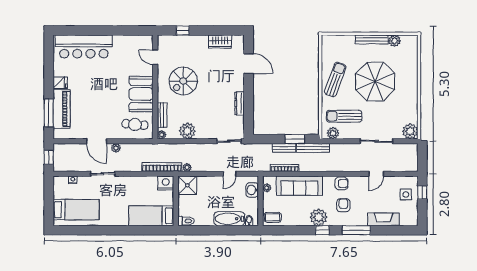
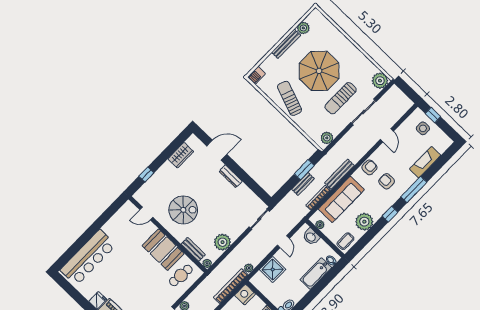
barbecue: (329, 40) -> (256, 75), added
spiral stairs: (183, 81) -> (183, 210), turned -90
dresser: (240, 103) -> (231, 176), moved
sun lounger: (344, 116) -> (341, 98), moved
bench: (313, 148) -> (339, 174), moved
shower: (187, 185) -> (273, 270), moved
plant: (319, 217) -> (364, 222), moved

